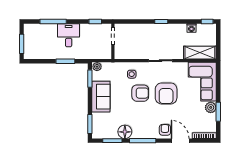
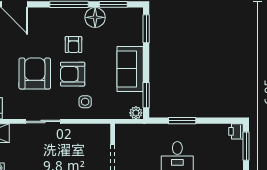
printer: (28, 54) -> (236, 131), added
armchair: (165, 130) -> (73, 45), moved

